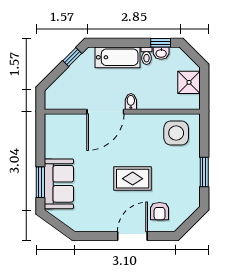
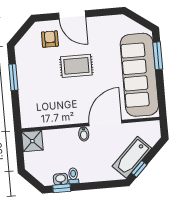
bathtub: (117, 57) -> (132, 157), moved, turned -45
shower: (189, 82) -> (32, 141), moved
side table: (176, 133) -> (41, 110), removed
sofa: (59, 184) -> (139, 75), width x1.85, depth x1.27
door: (132, 236) -> (72, 15), hinge flipped

